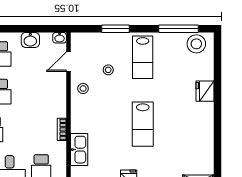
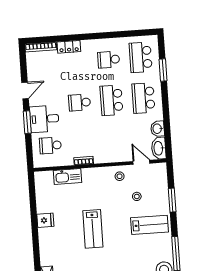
washbasin: (60, 38) -> (159, 148), width x1.91, depth x1.45
lab bench: (143, 57) -> (150, 225), turned 180
lab bench: (143, 124) -> (93, 229), turned -90

